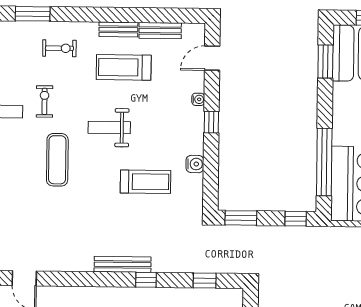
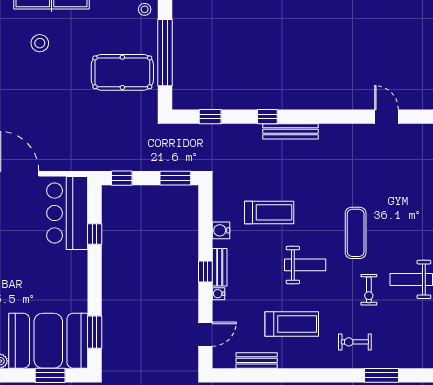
bench: (118, 29) -> (220, 267), moved, turned 90
window: (324, 162) -> (95, 234), width x0.32
treadmill: (146, 182) -> (269, 212), turned 180

